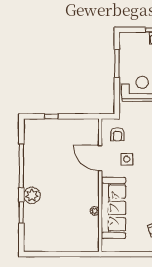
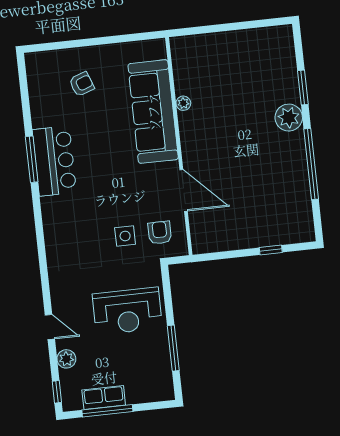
side table: (127, 159) -> (125, 236), moved

